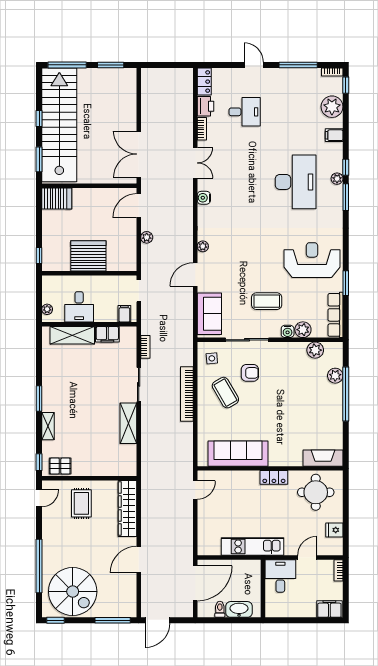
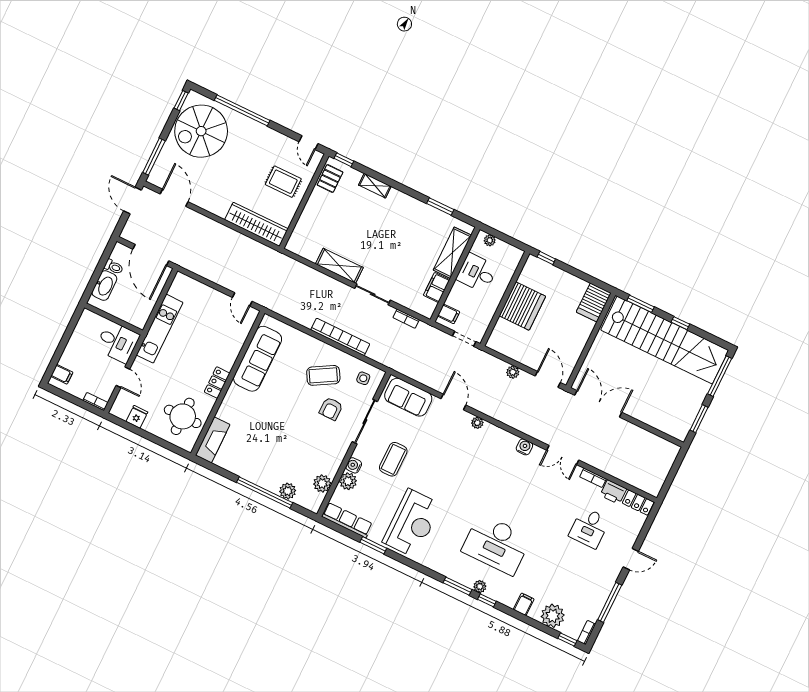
window: (39, 398) -> (440, 206), moved
door: (139, 560) -> (174, 198), moved
filing cabinet: (329, 609) -> (62, 374), width x0.50

